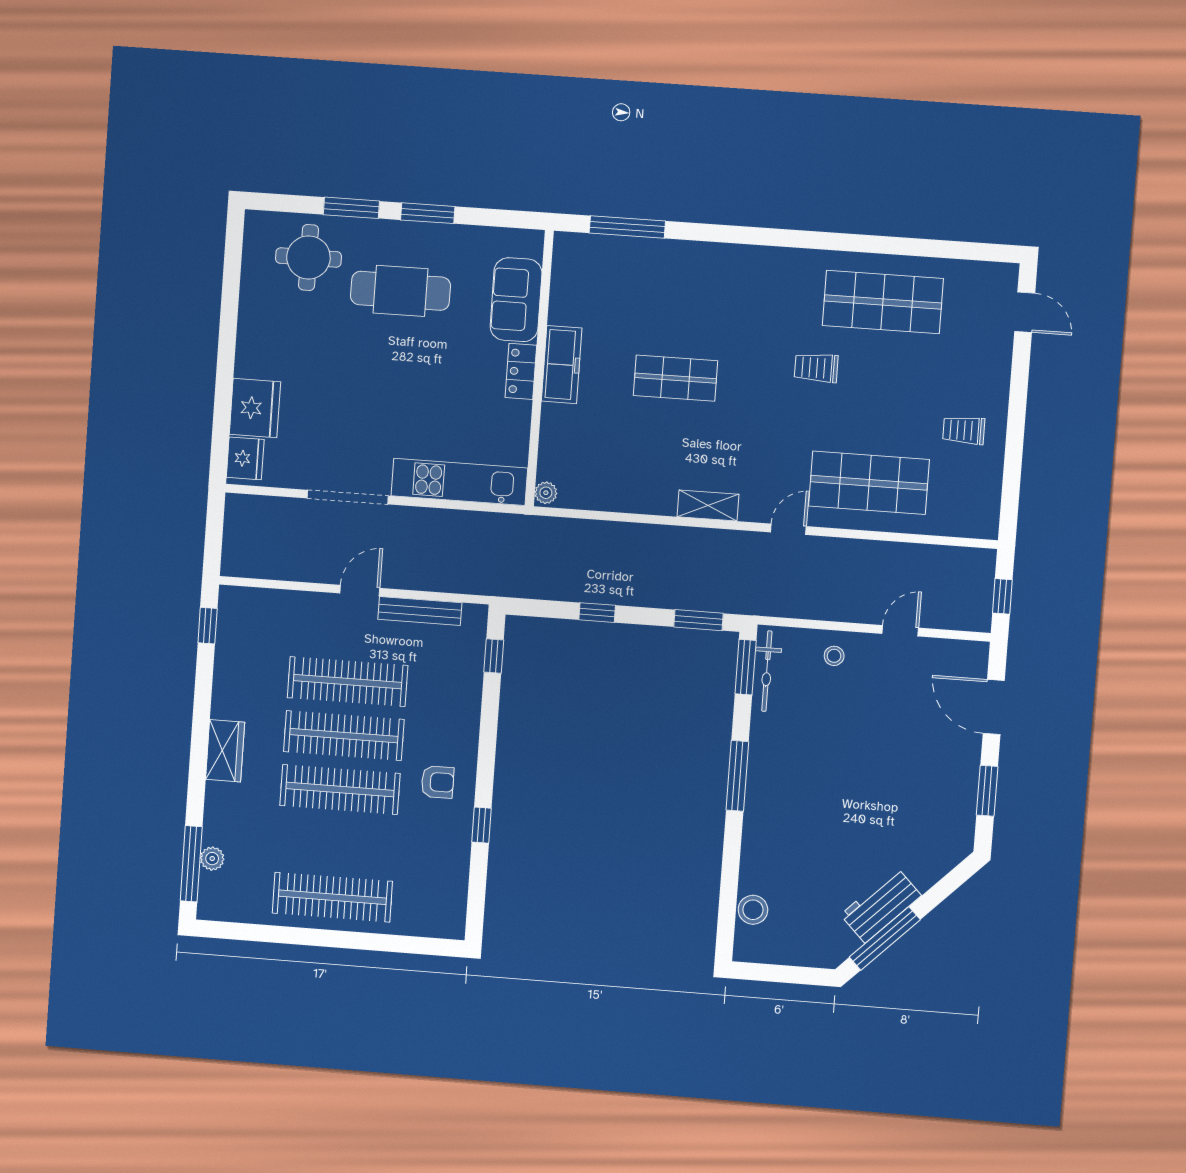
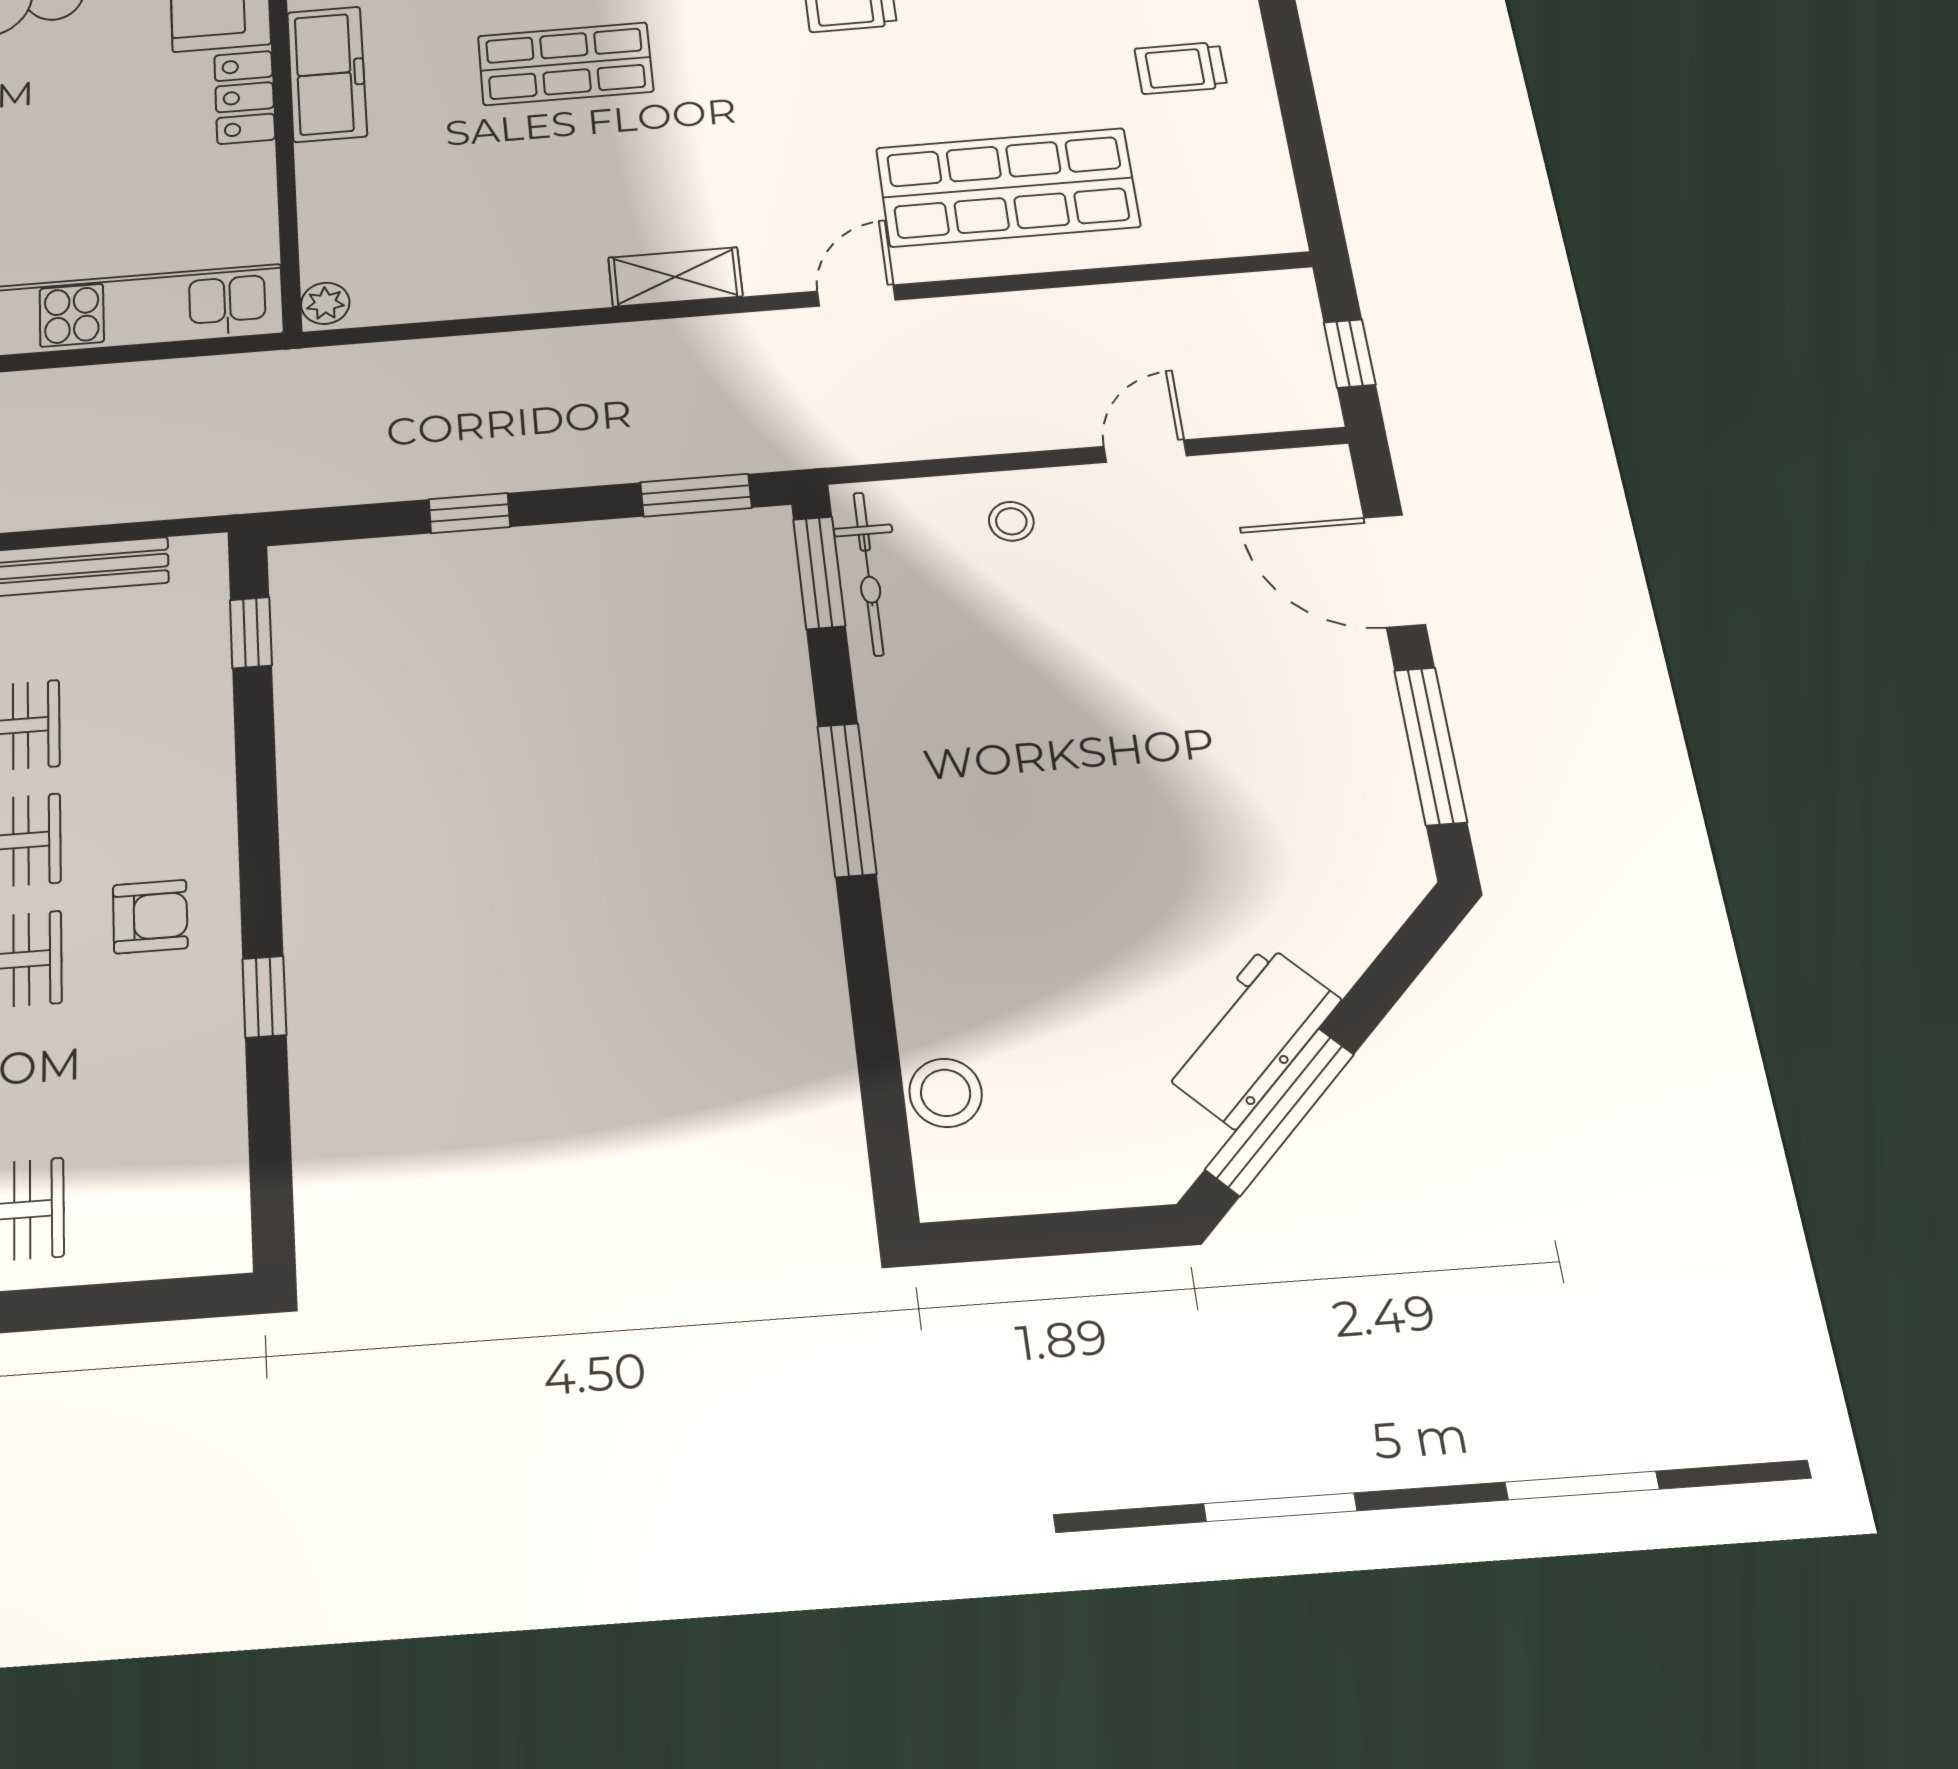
window: (987, 791) -> (1431, 746), width x1.44

